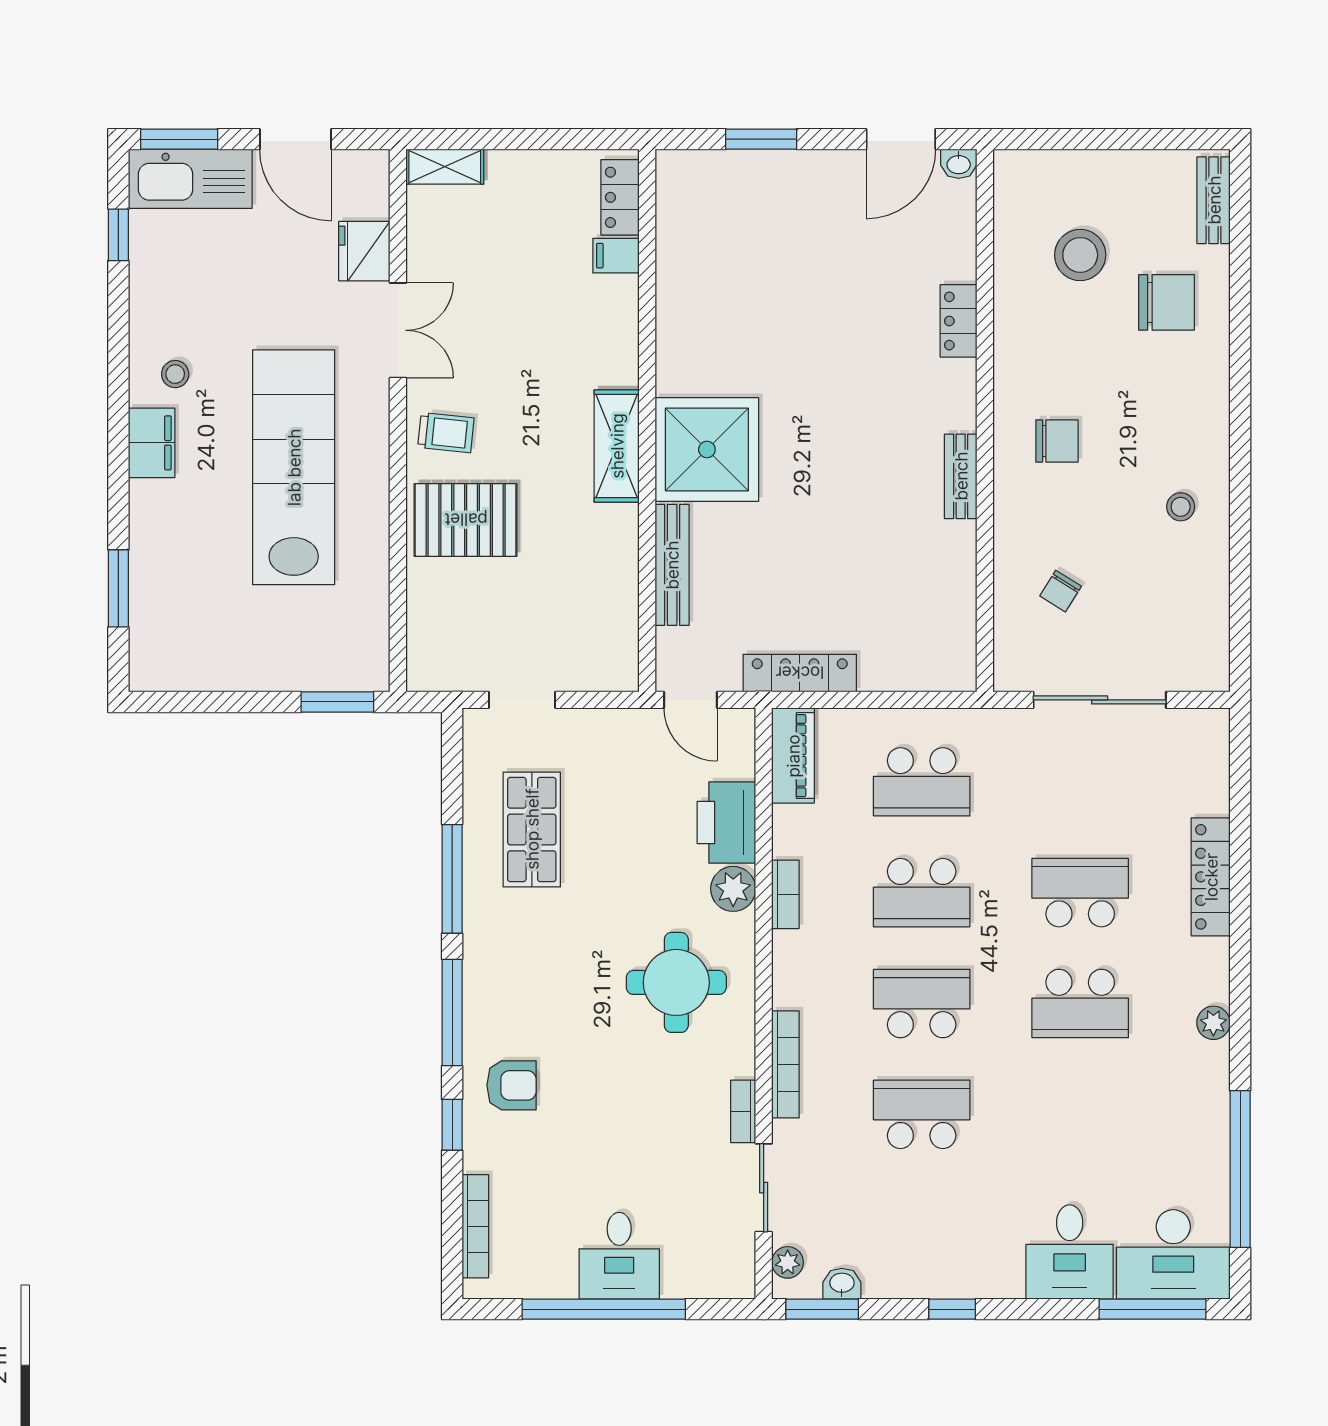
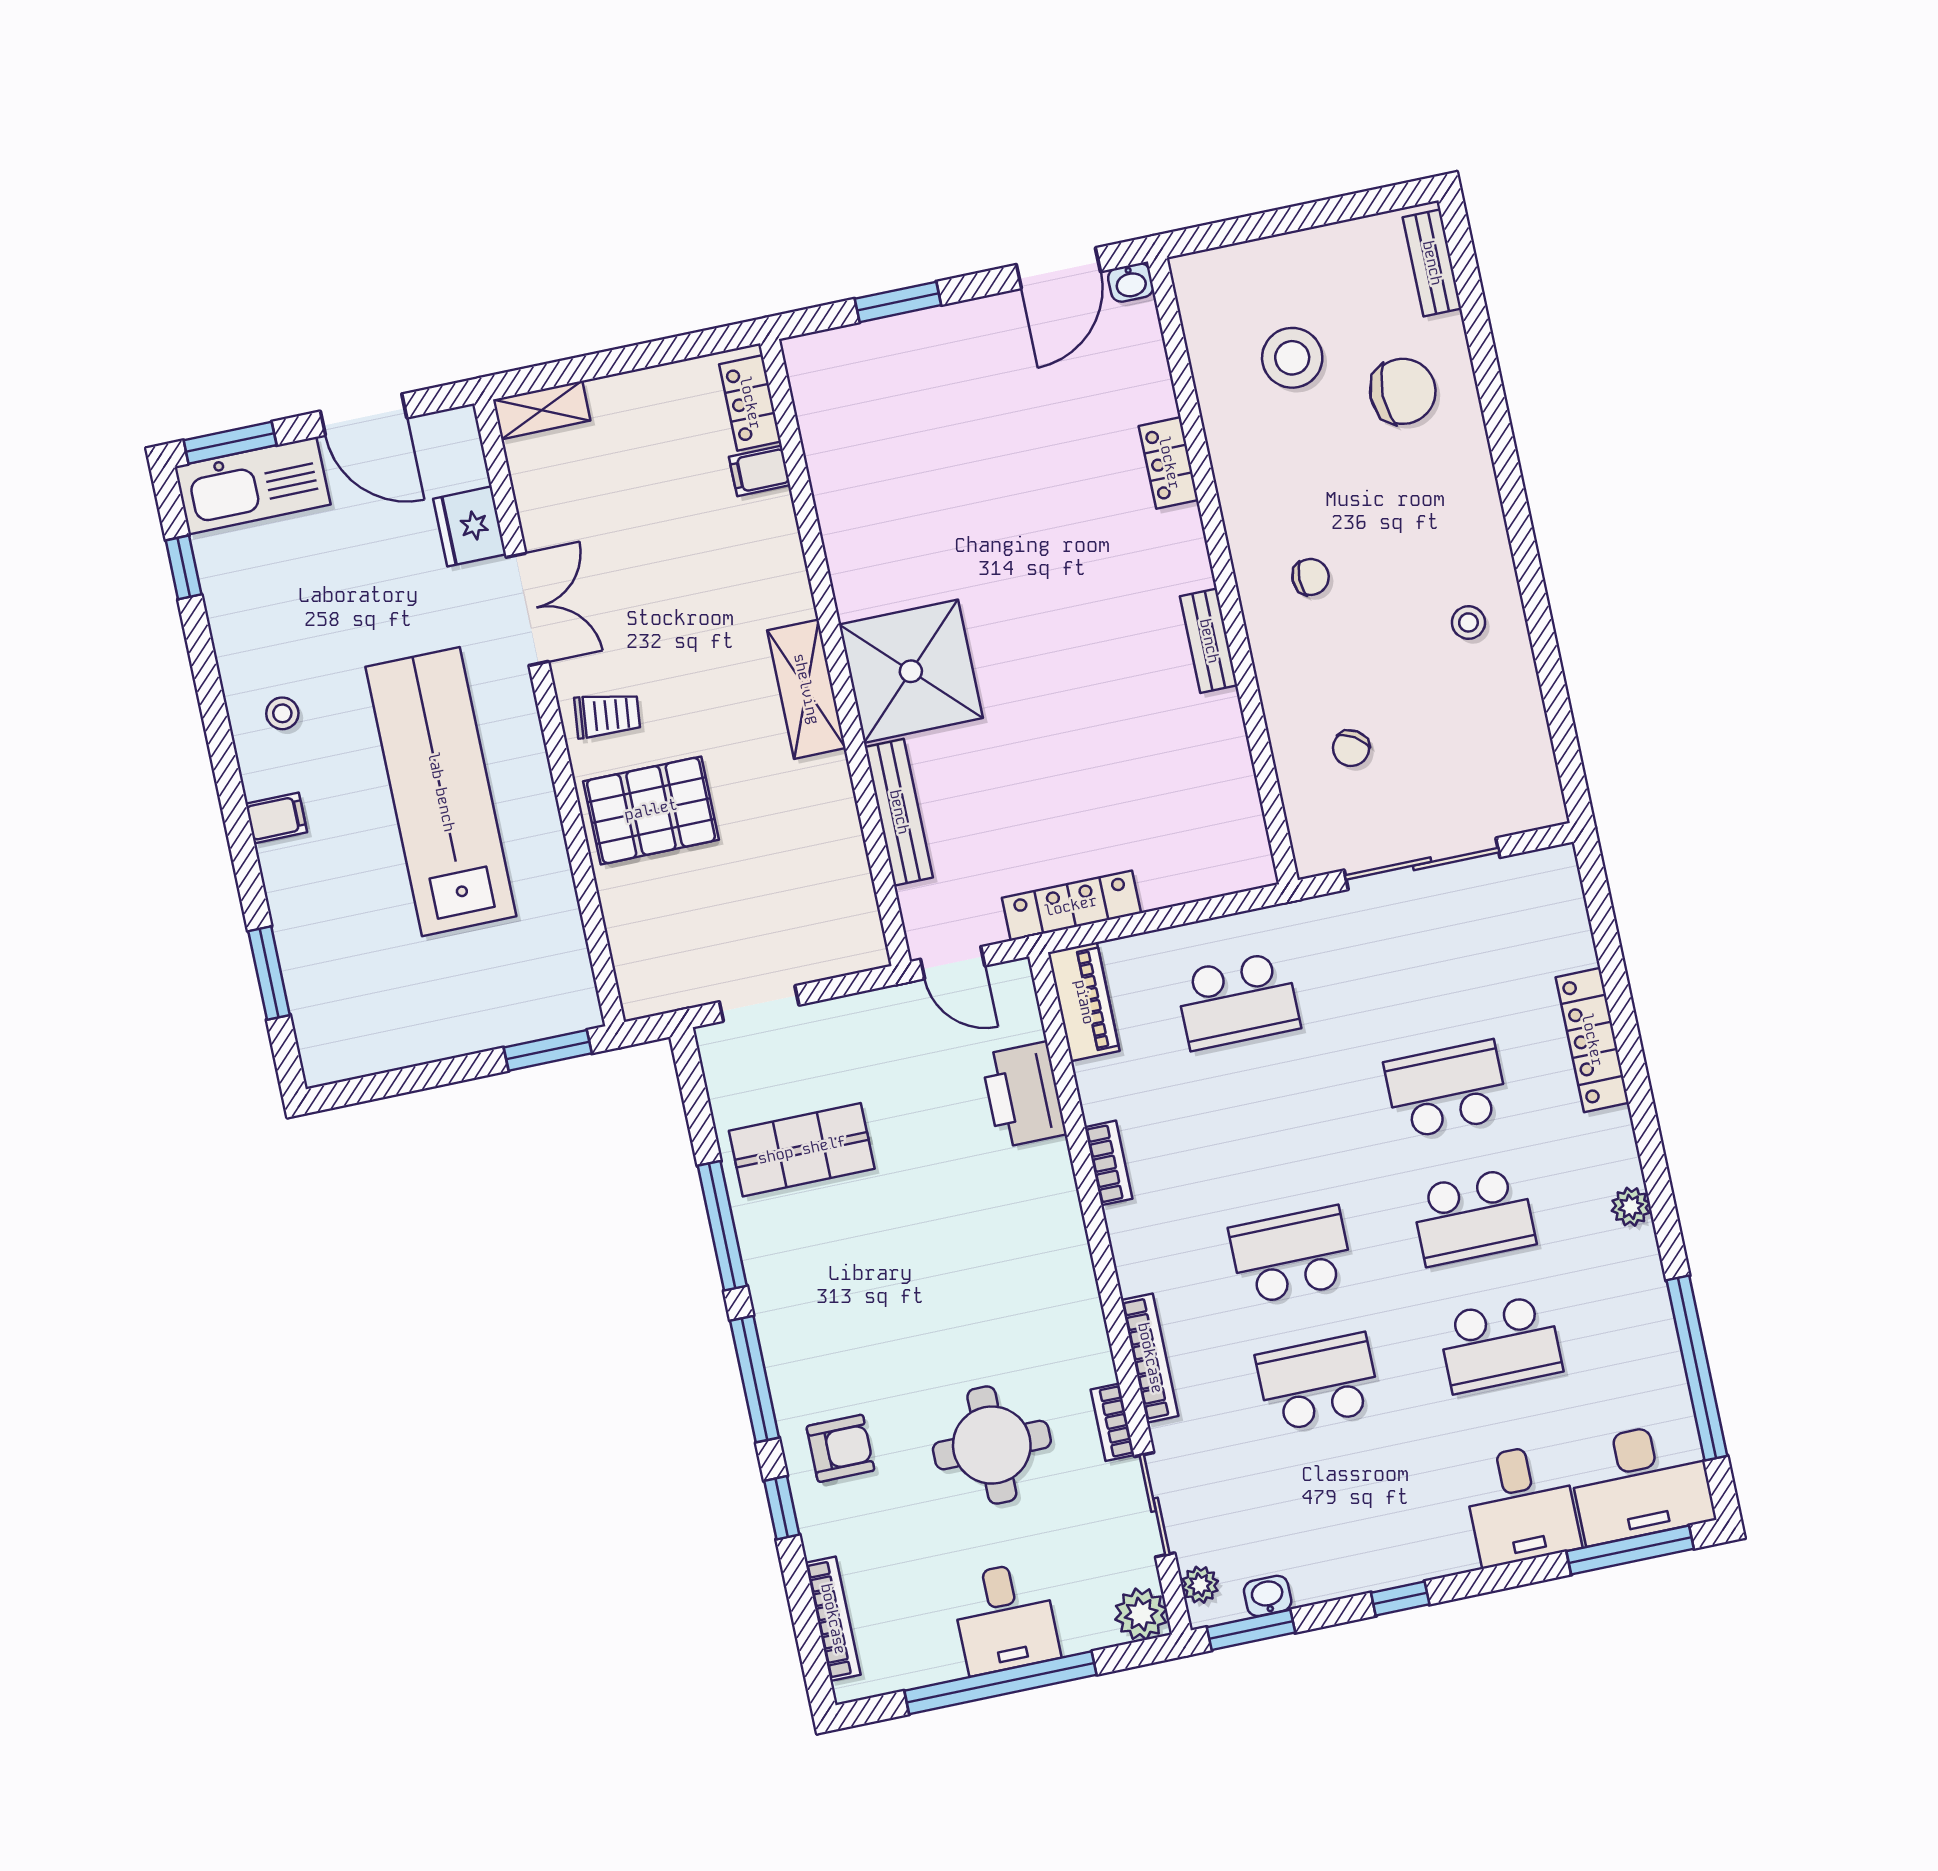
chair: (1057, 441) -> (1311, 577), width x0.73, depth x0.73
filing cabinet: (152, 443) -> (276, 818), width x0.50
shop shelf: (532, 829) -> (802, 1150), turned 90
plant: (733, 889) -> (1141, 1614), moved
school desk: (922, 893) -> (1500, 1344), moved
round table: (676, 982) -> (992, 1445), moved

